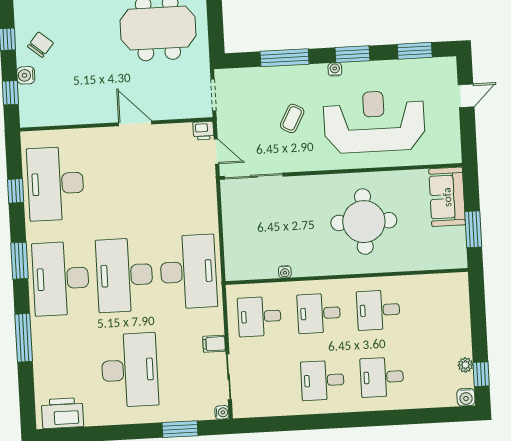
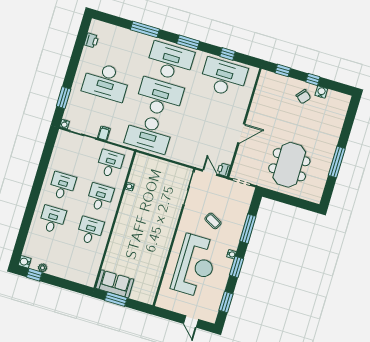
water cooler: (26, 75) -> (321, 92), moved
door: (216, 152) -> (210, 173), swing flipped
sofa: (447, 197) -> (115, 284), moved
round table: (364, 222) -> (142, 240), removed
printer: (62, 413) -> (91, 40), width x0.53, depth x0.68

